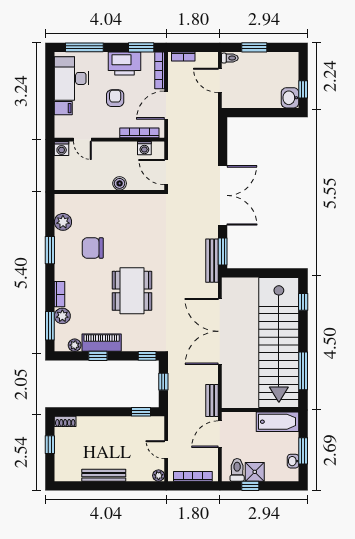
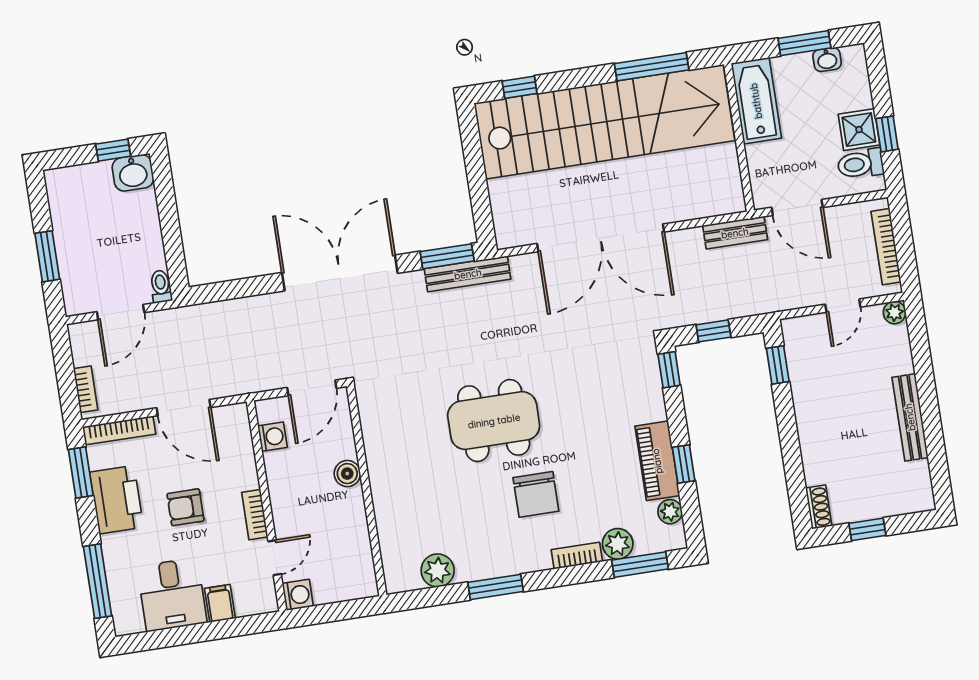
toilet: (230, 58) -> (161, 286), moved
desk: (72, 78) -> (172, 595), width x0.73
bookcase: (139, 133) -> (255, 515), moved, width x0.64
chair: (93, 248) -> (536, 494), moved
dining table: (132, 291) -> (494, 421), moved

